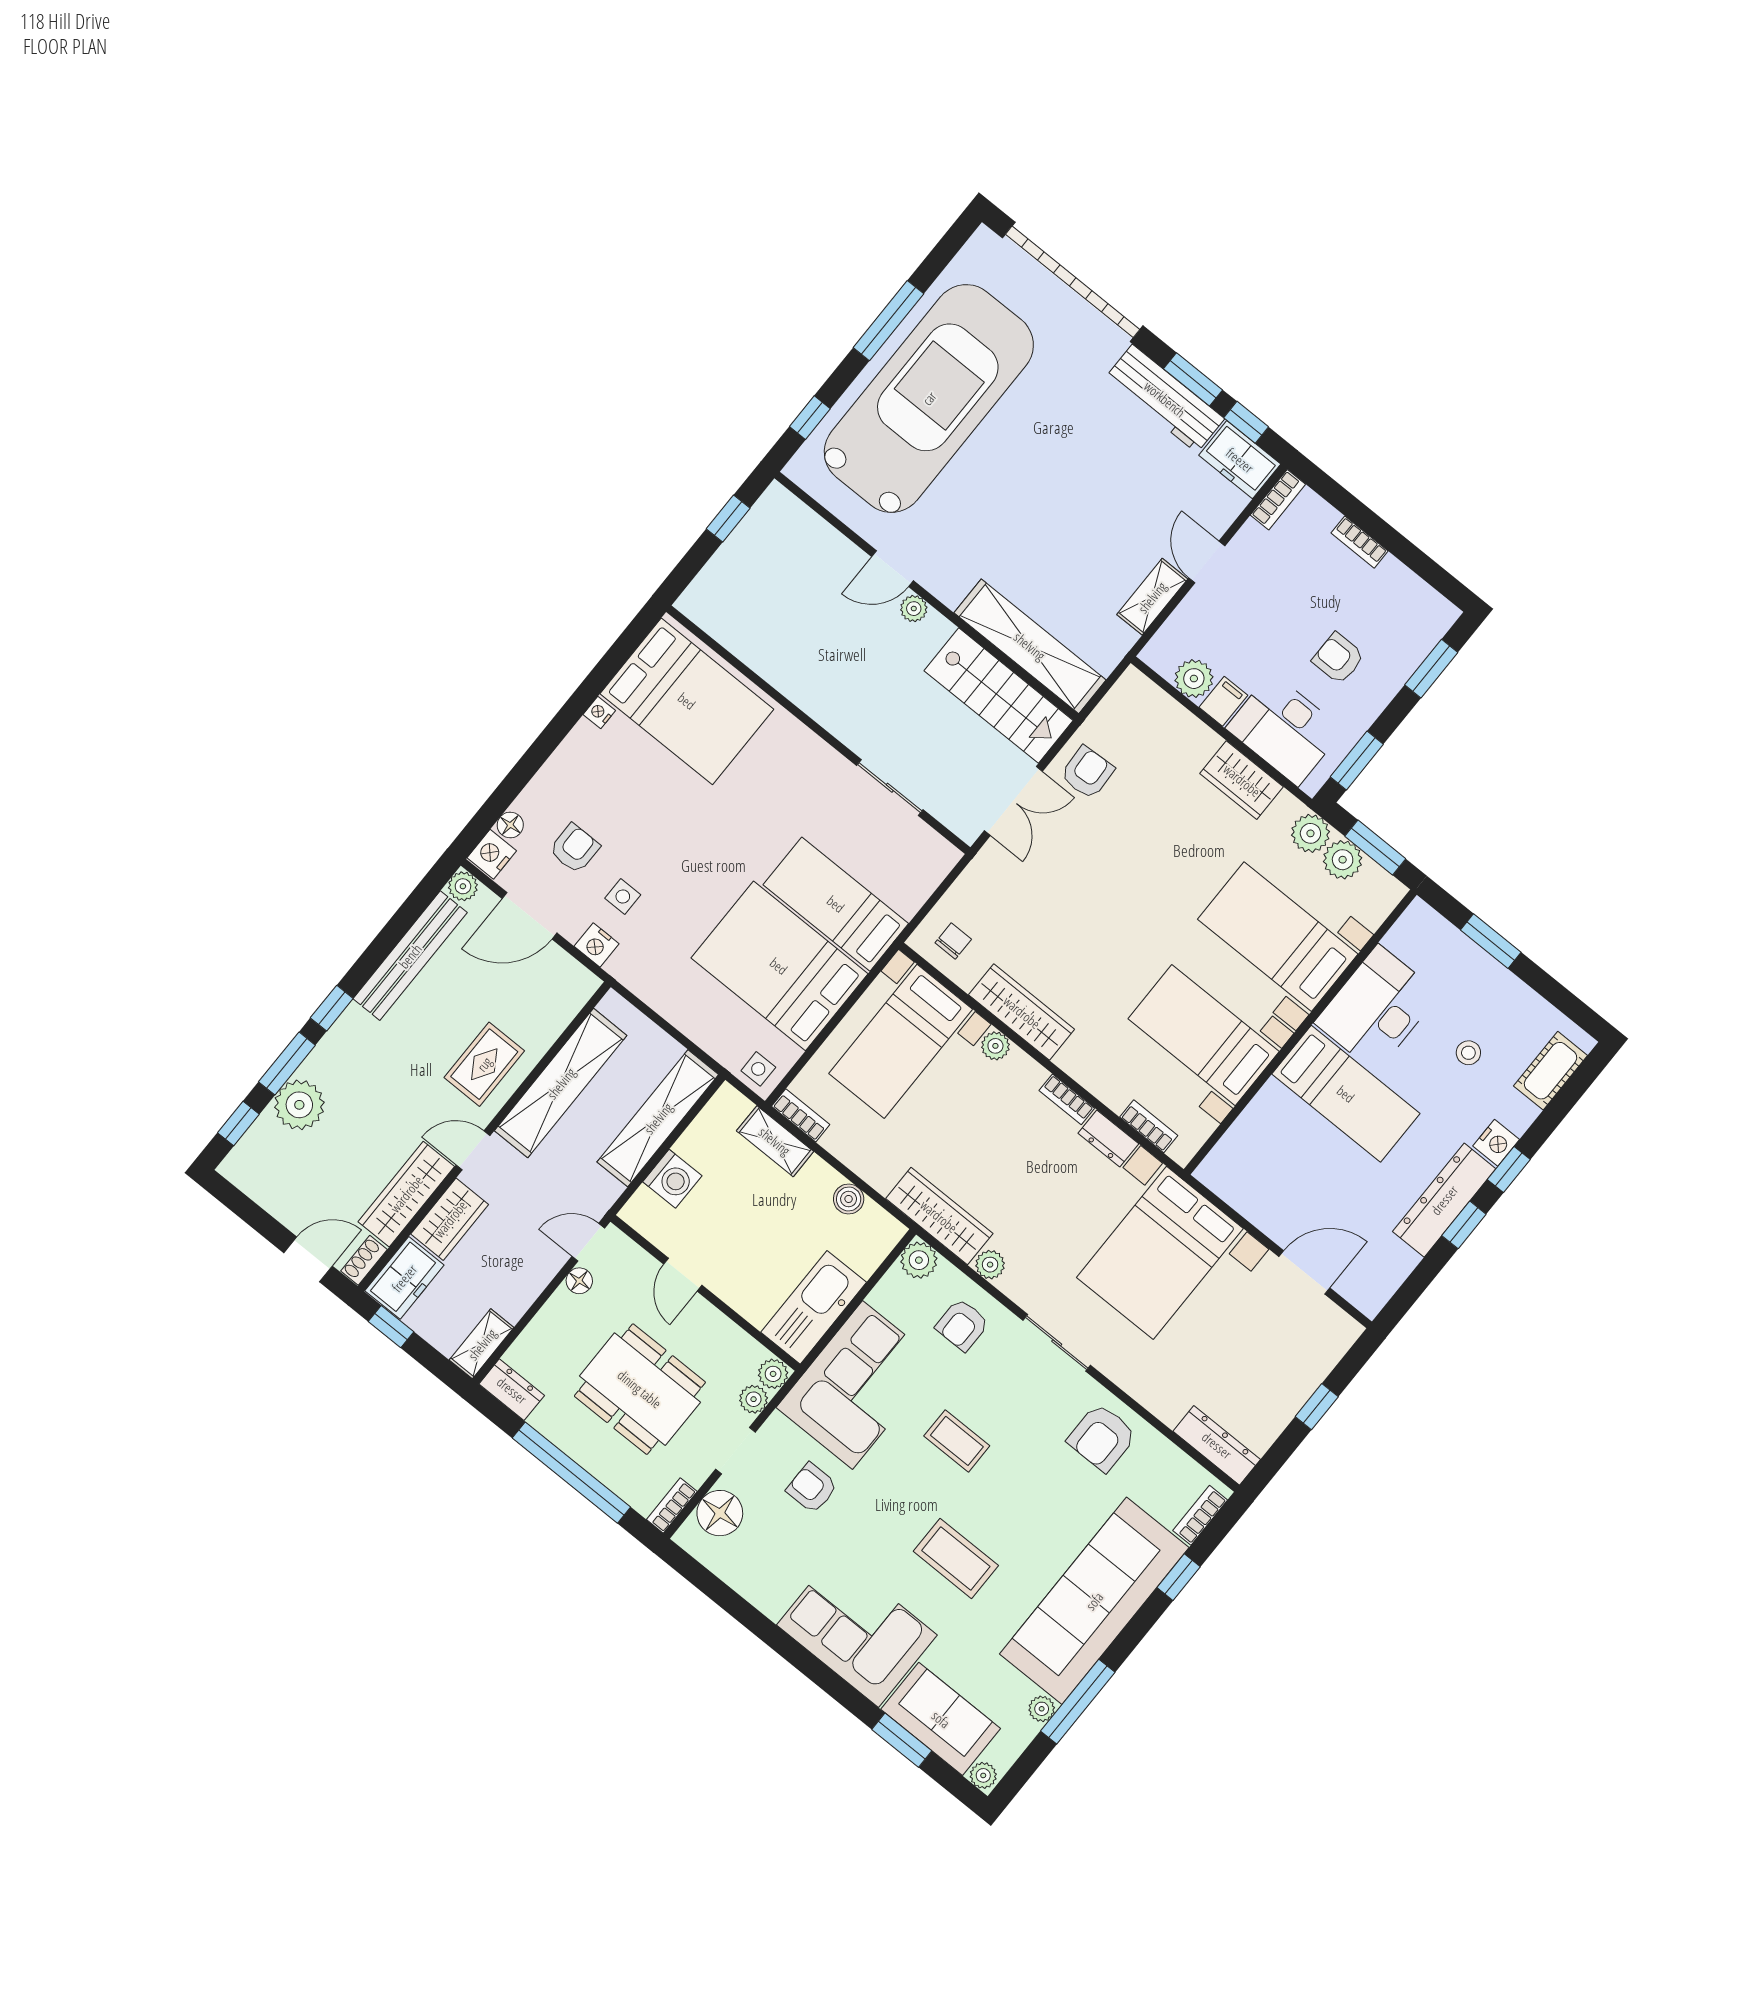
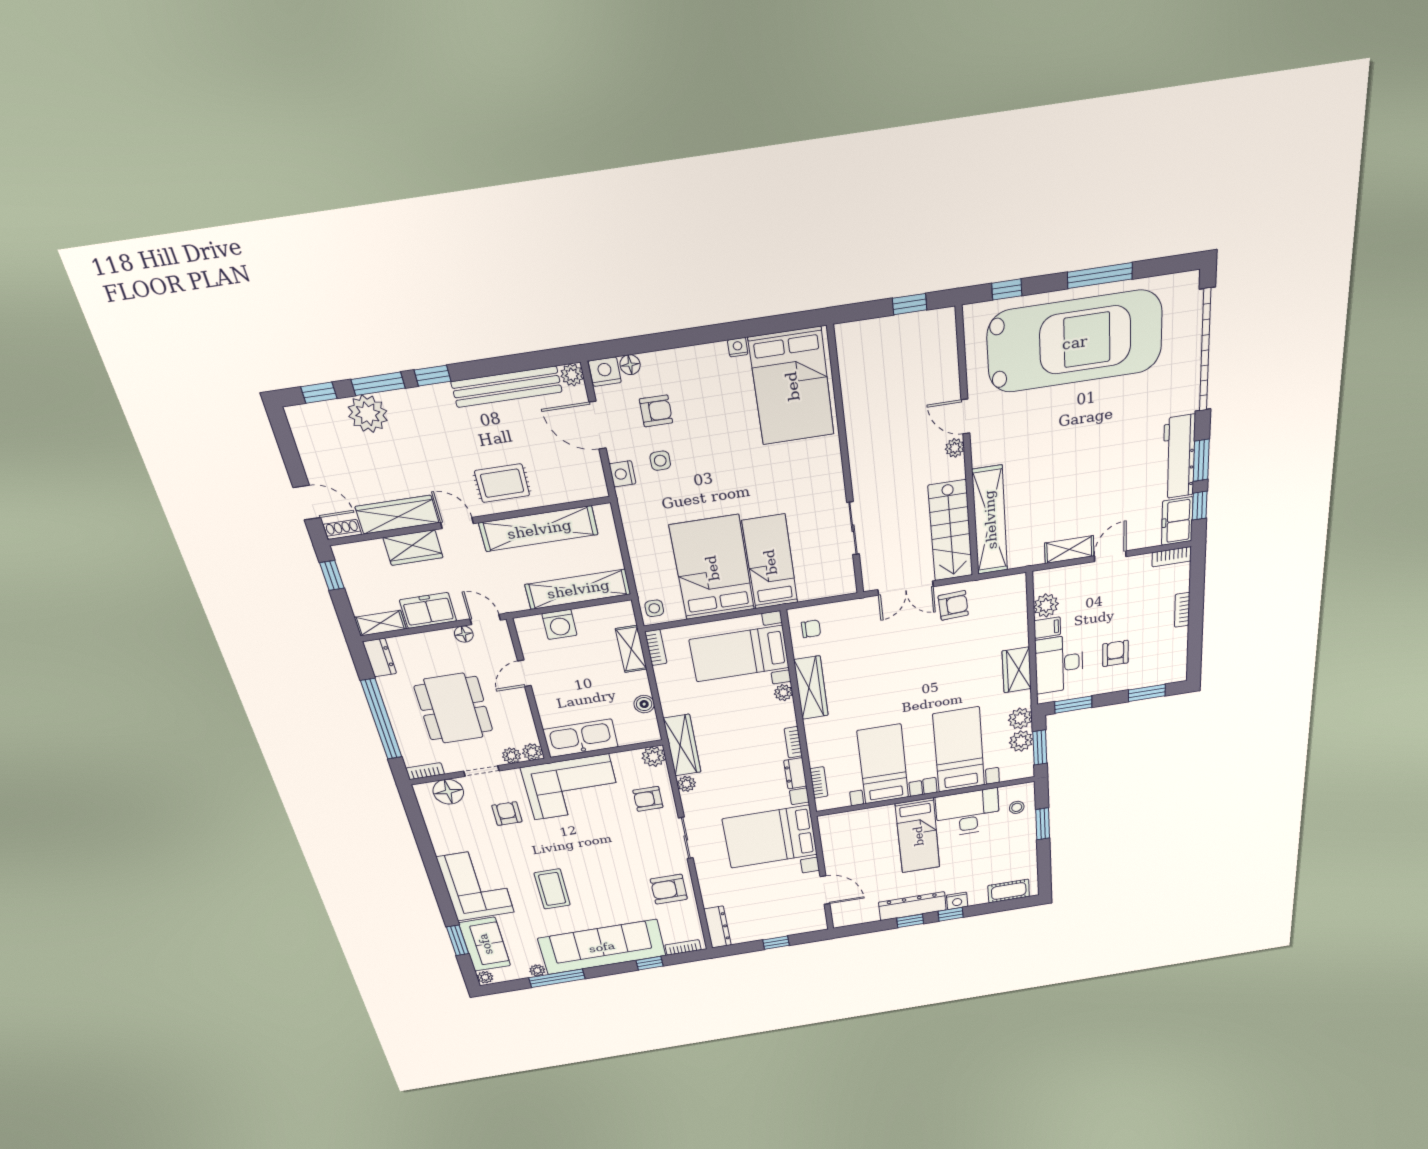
stool: (1468, 1053) -> (1017, 807), moved
freezer: (404, 1278) -> (428, 611), moved, turned 180
coffee table: (957, 1441) -> (598, 844), removed

